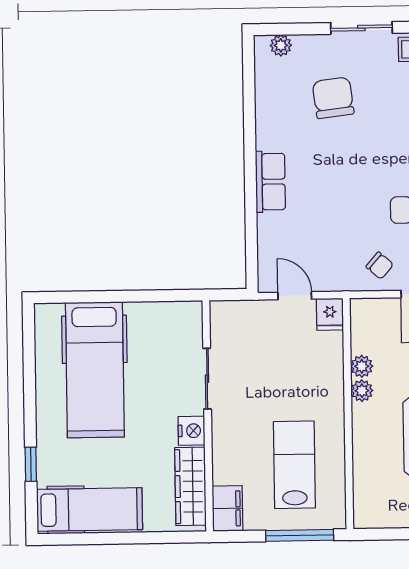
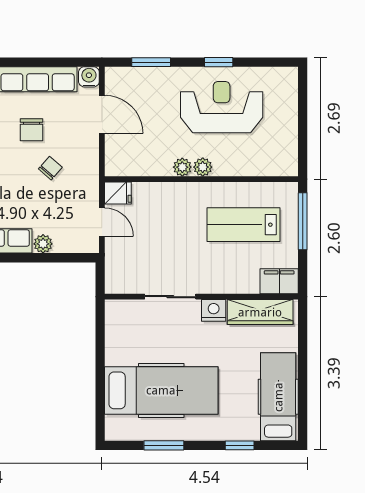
plant: (268, 226) -> (43, 244), added
chair: (380, 266) -> (50, 168), moved
door: (295, 296) -> (102, 222), swing flipped
plant: (362, 366) -> (203, 167), moved
window: (29, 374) -> (164, 445), added

